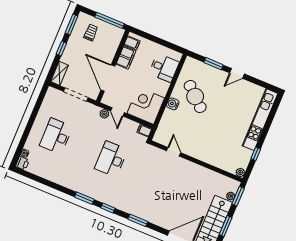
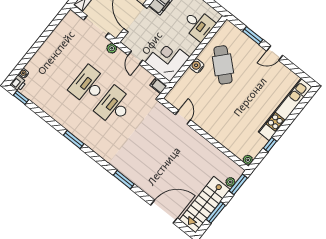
plant: (104, 114) -> (112, 48), moved
desk: (56, 136) -> (88, 85), moved
window: (108, 208) -> (21, 98), moved

